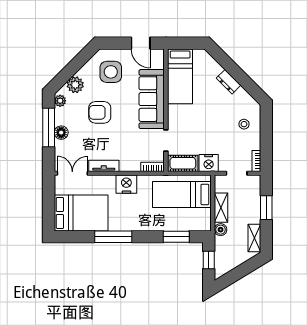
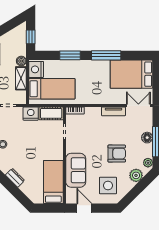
sofa: (152, 99) -> (76, 170), width x0.73
double door: (72, 173) -> (138, 106), swing flipped
nightstand: (126, 184) -> (36, 69), moved, turned 90
window: (176, 237) -> (70, 55), moved

